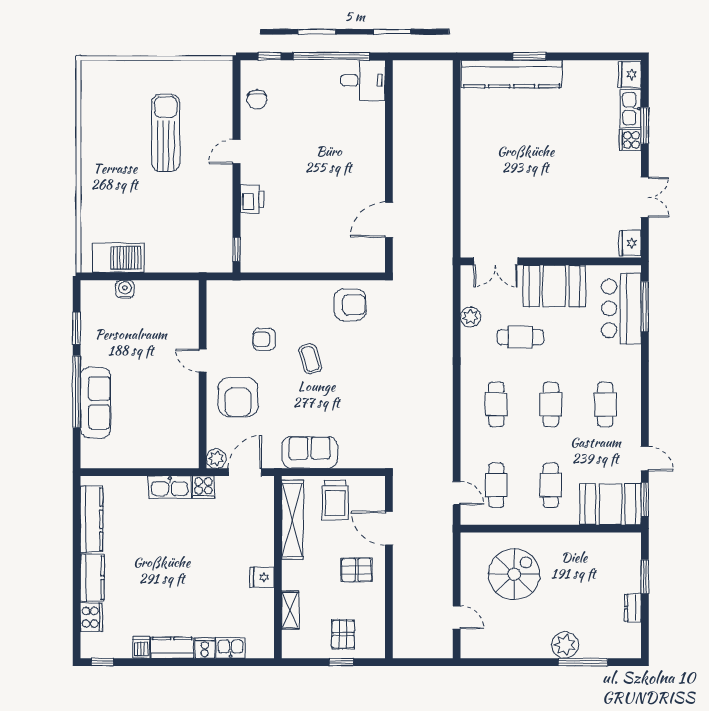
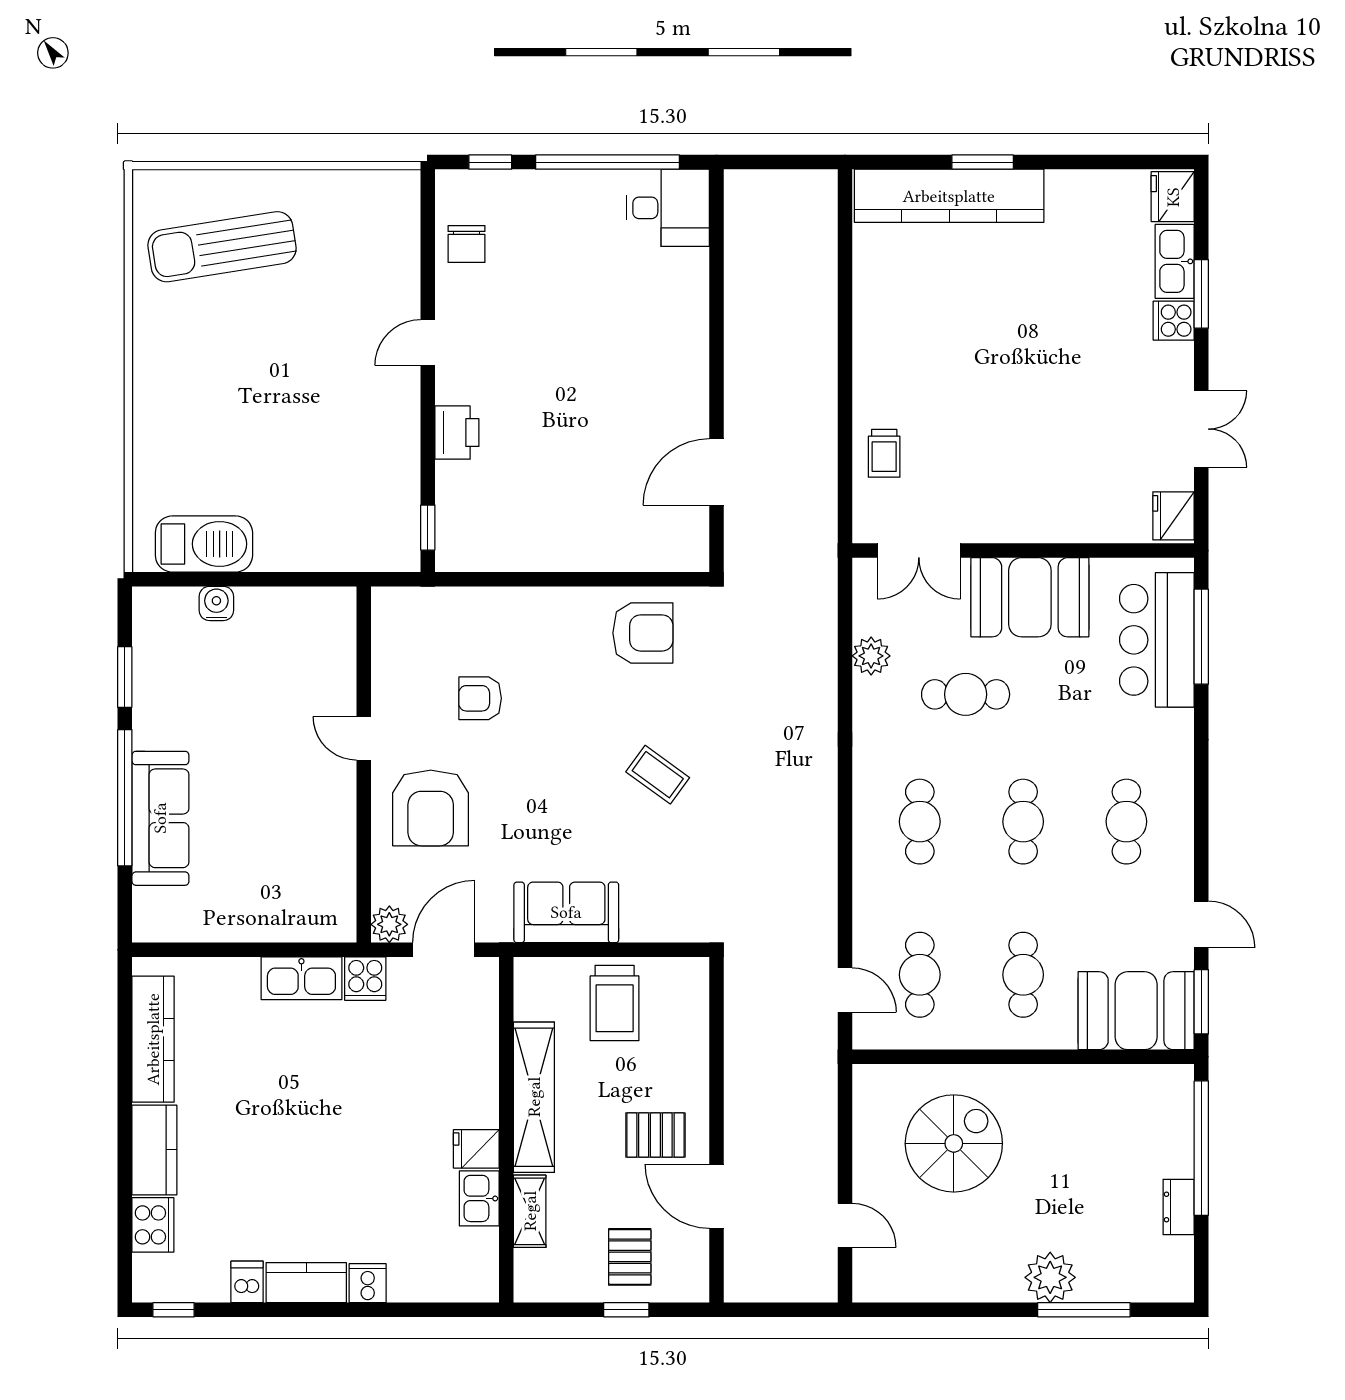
sun lounger: (166, 133) -> (222, 247), moved, turned -99
trolley: (477, 210) -> (884, 453), added
coffee table: (310, 359) -> (658, 775), moved, turned -36
shelving: (292, 520) -> (534, 1097), moved
door: (389, 528) -> (717, 1196), moved
window: (645, 577) -> (1201, 1148), width x2.11
kitchen sink: (231, 648) -> (479, 1198), moved, turned -90

